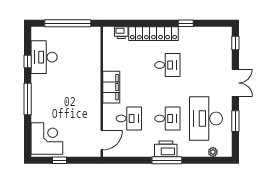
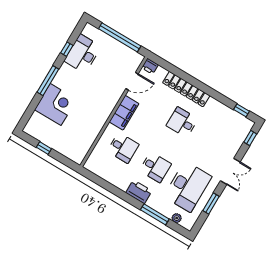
window: (186, 23) -> (242, 110), moved
printer: (121, 33) -> (150, 66), moved
desk: (167, 65) -> (182, 122), turned 180
desk: (206, 118) -> (188, 187), turned 180
corner desk: (47, 138) -> (56, 104), moved
door: (102, 140) -> (132, 81), moved
window: (167, 160) -> (155, 214), moved

